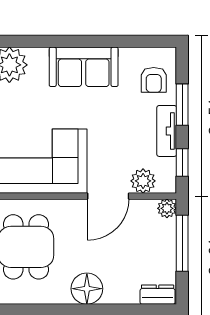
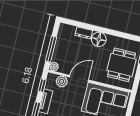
dresser: (158, 295) -> (84, 33), moved

